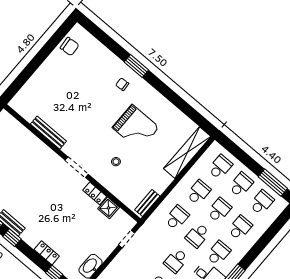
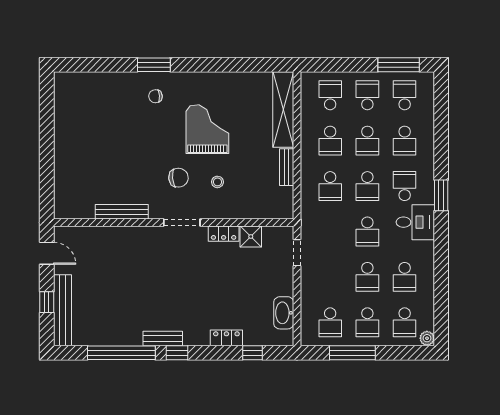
chair: (70, 46) -> (178, 178), moved
grand piano: (136, 127) -> (207, 129), turned -90
school desk: (198, 192) -> (330, 141), turned 180
bench: (147, 203) -> (287, 167), moved
school desk: (219, 210) -> (367, 141), turned 180
school desk: (177, 218) -> (330, 186), turned 180
school desk: (240, 228) -> (405, 141), turned 180

